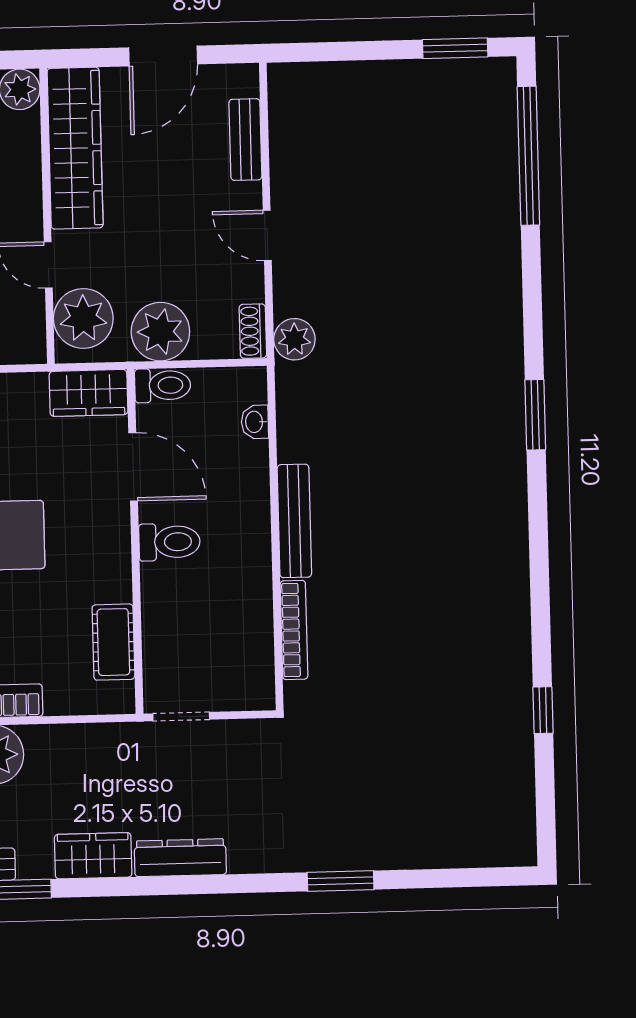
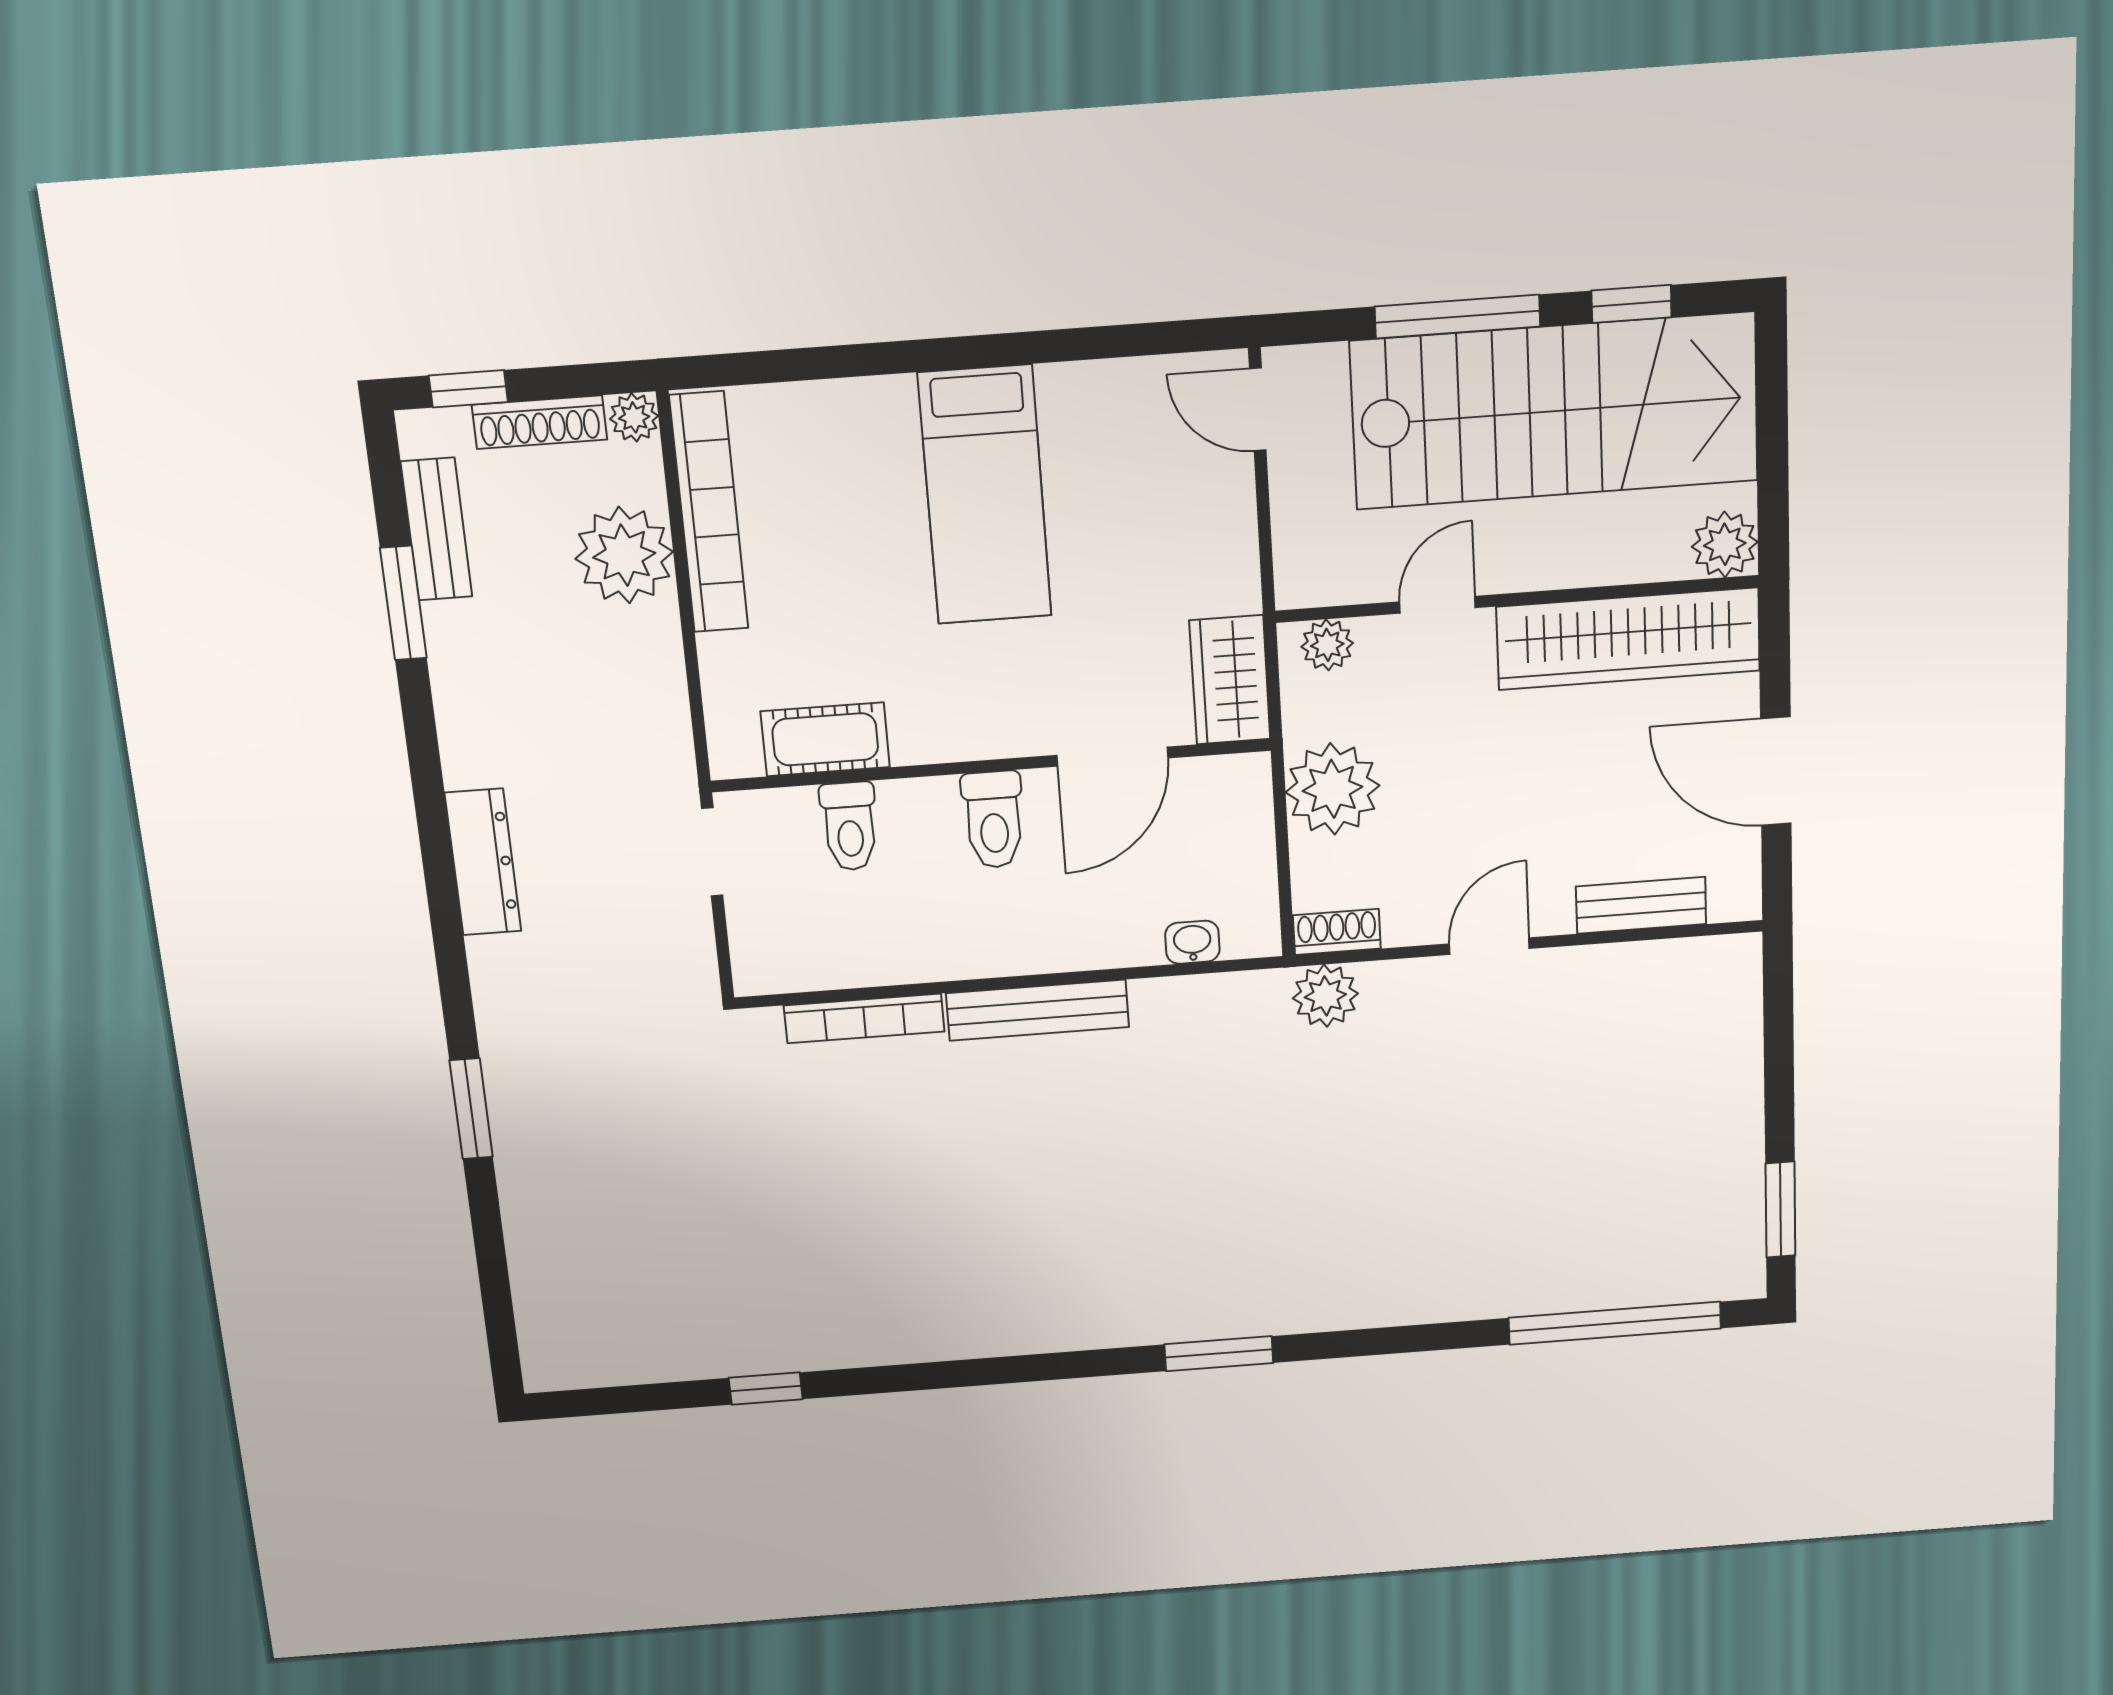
plant: (83, 318) -> (1327, 645), width x0.53, depth x0.53
toilet: (163, 385) -> (850, 826), moved
wardrobe: (93, 856) -> (472, 724), removed

